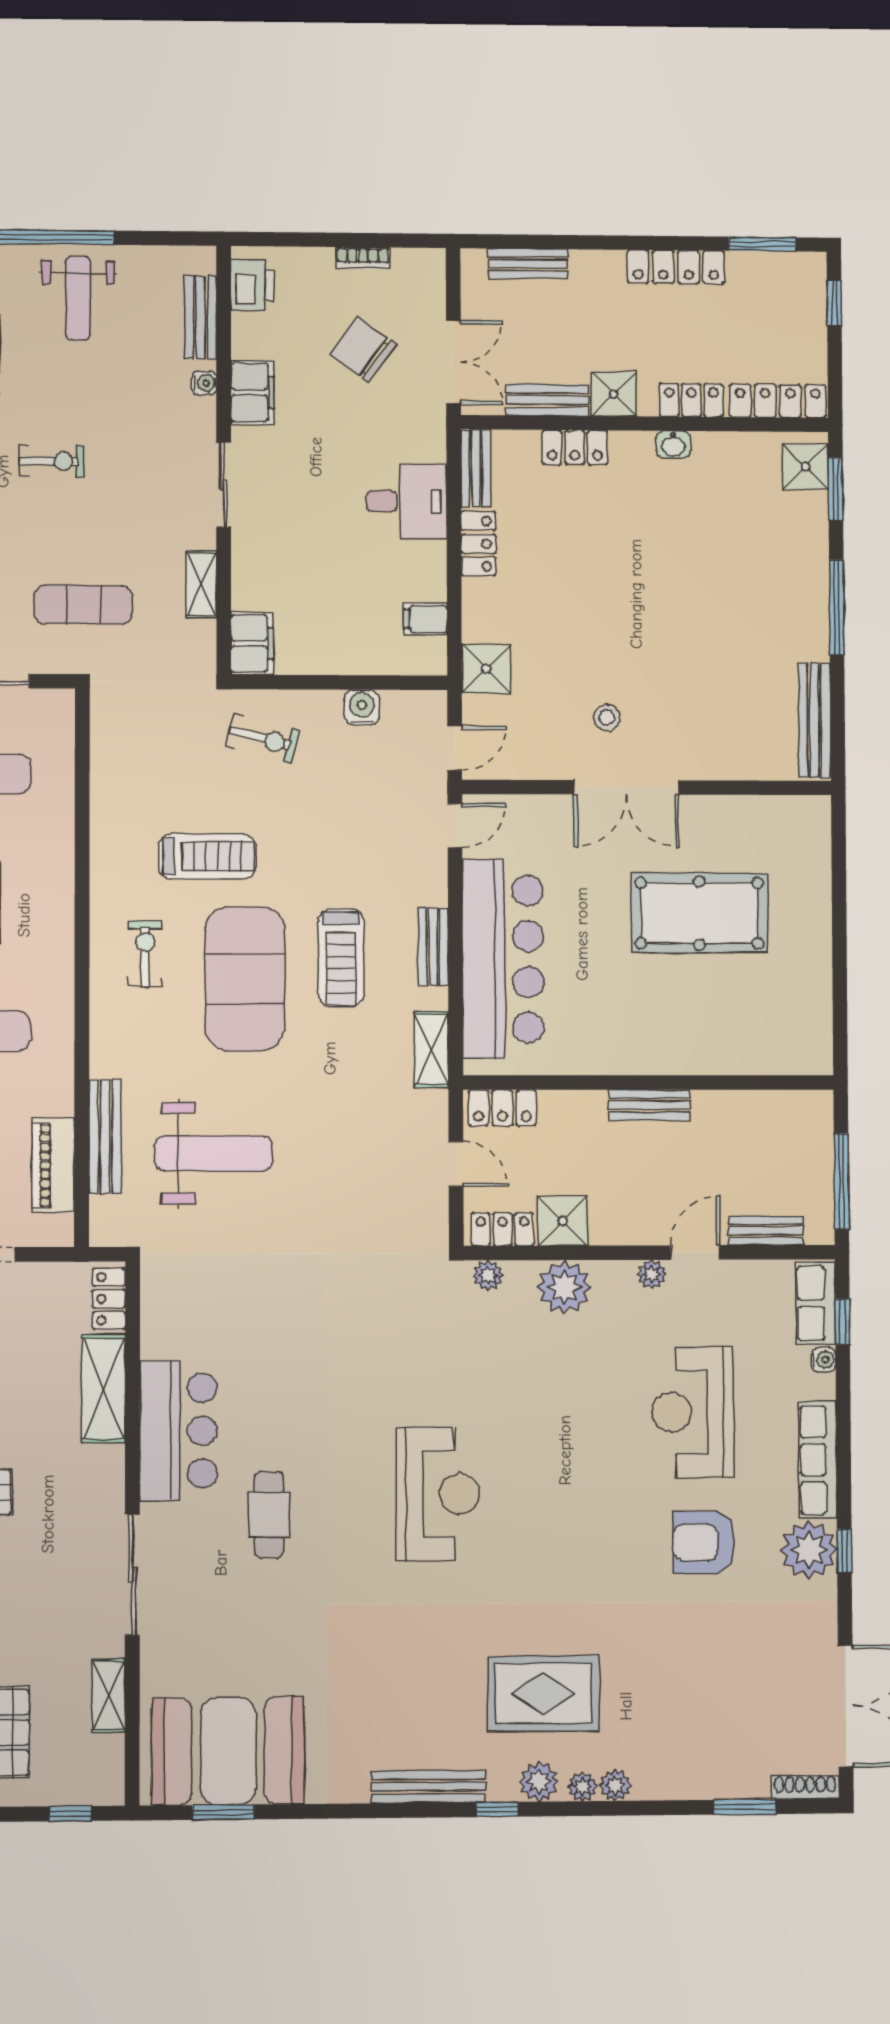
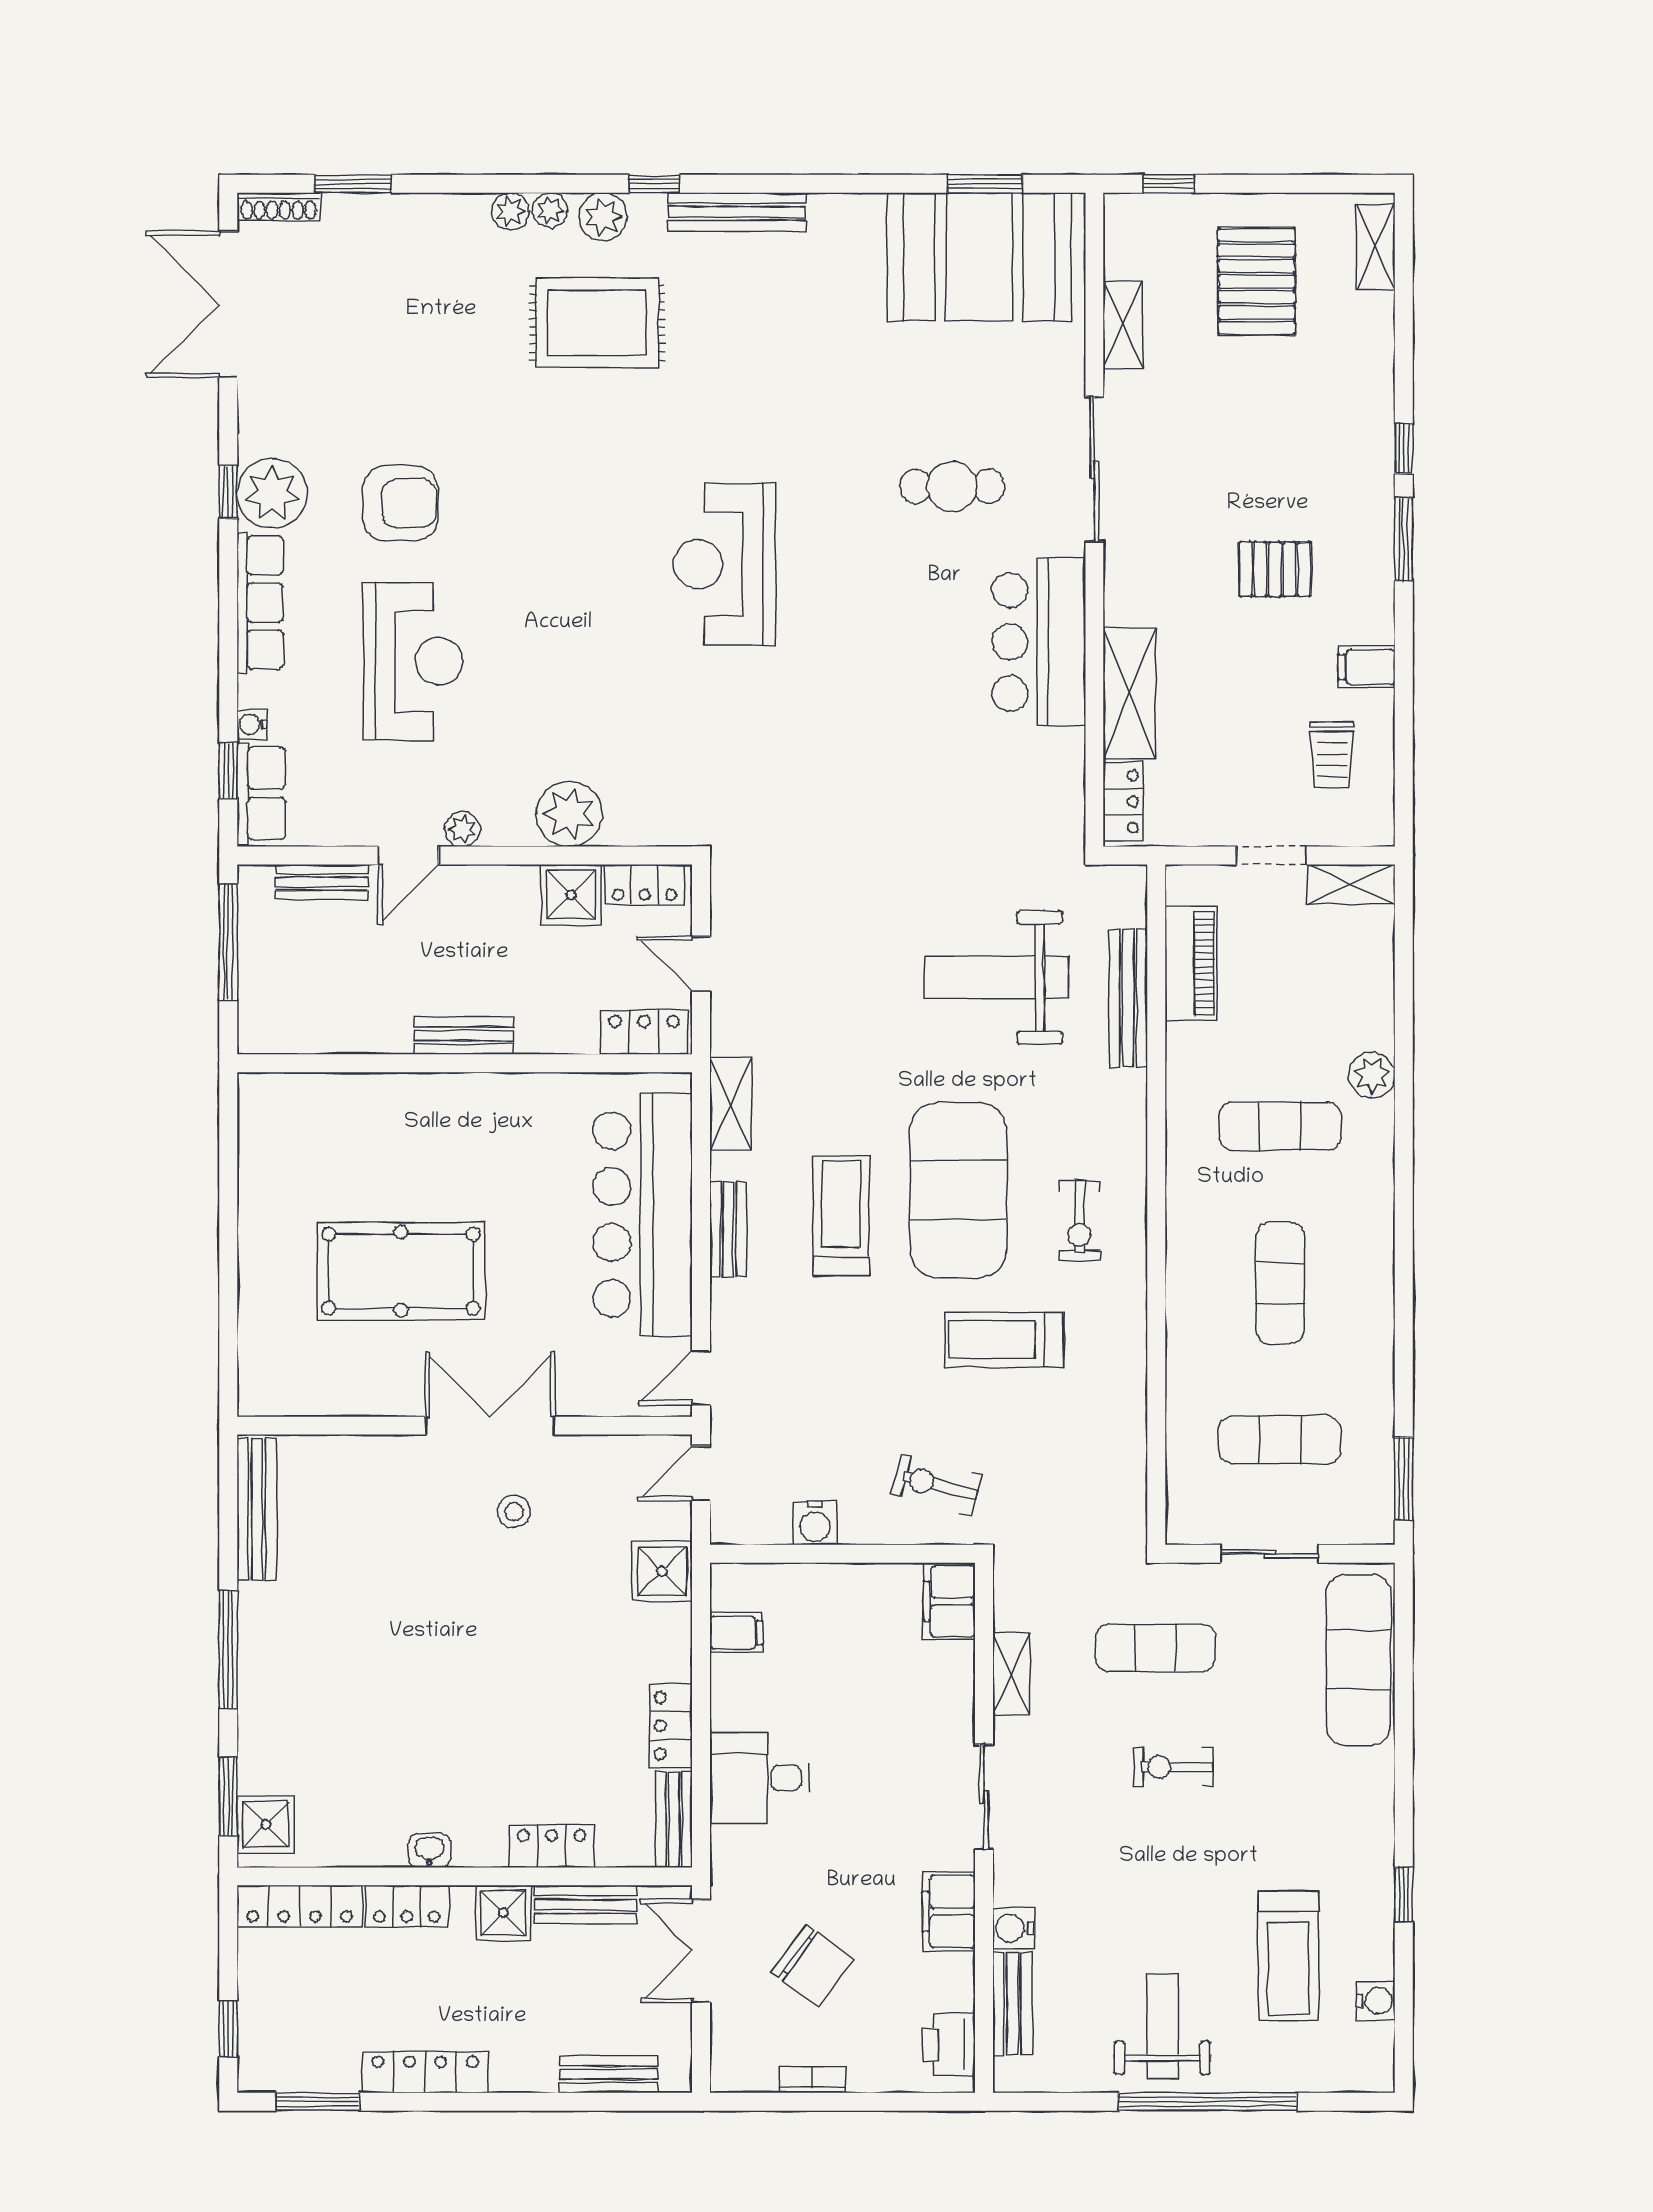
water cooler: (204, 383) -> (1013, 1928), width x1.38, depth x1.38
exercise bike: (52, 461) -> (1173, 1767), moved
plant: (488, 1275) -> (662, 828), removed
cafe table: (269, 1514) -> (952, 486), moved, turned 90

